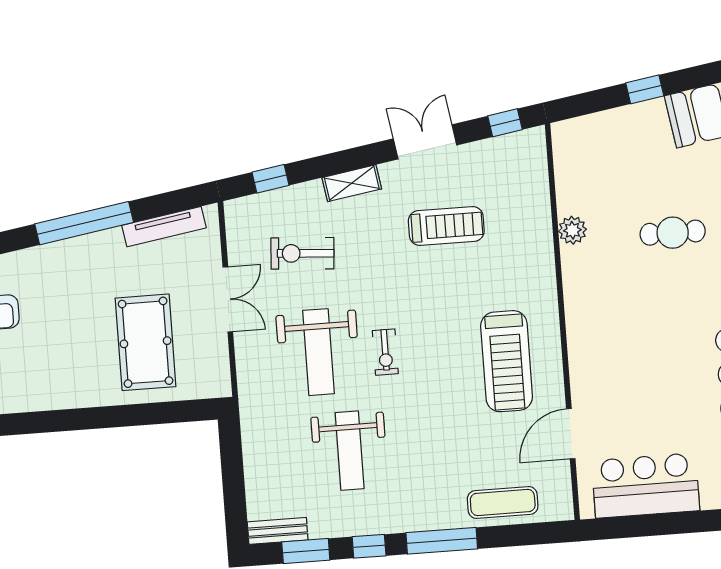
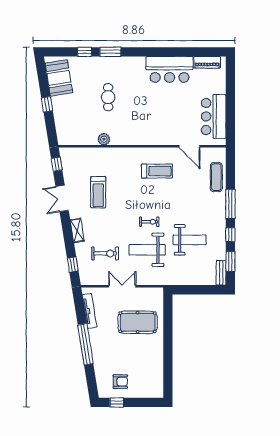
treadmill: (446, 226) -> (98, 192), turned 180
exercise bike: (302, 253) -> (105, 253), turned -94
weight bench: (318, 352) -> (147, 250), turned 180
treadmill: (507, 361) -> (157, 171), width x0.73, depth x0.73

